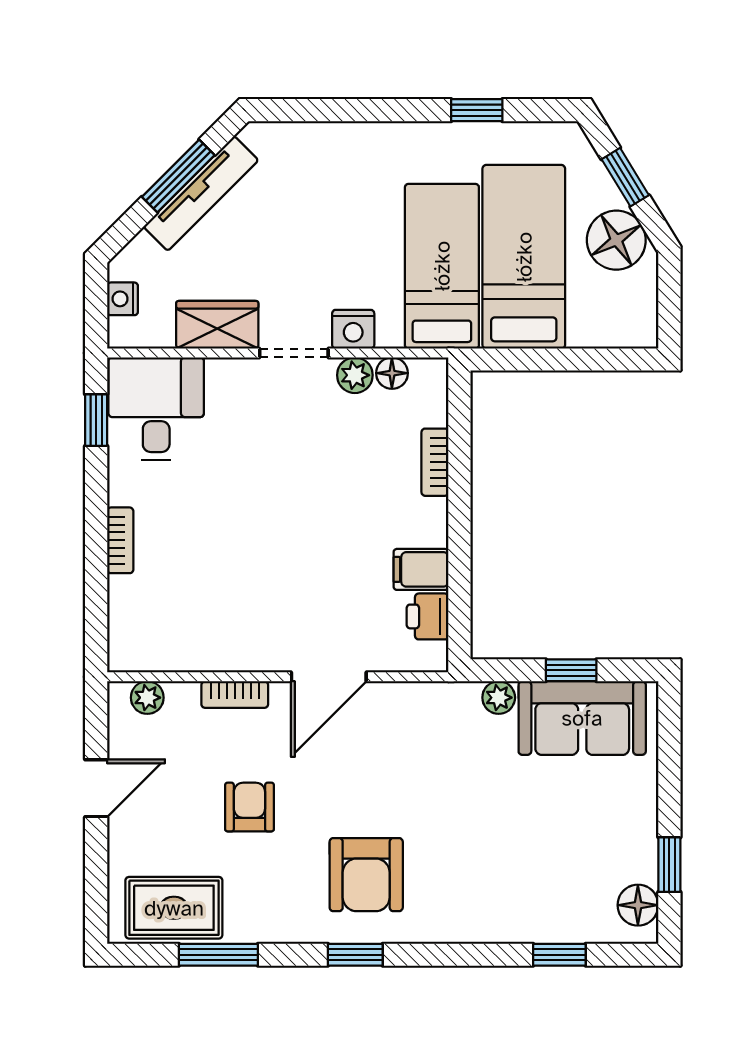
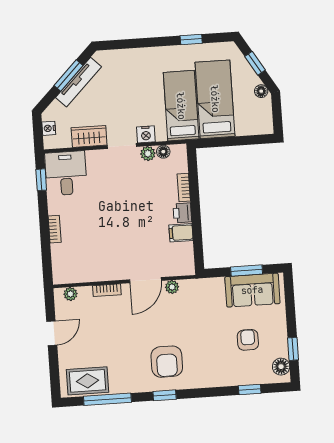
floor lamp: (616, 240) -> (261, 91), width x0.53, depth x0.53
printer: (428, 616) -> (182, 213), moved
window: (571, 670) -> (247, 270), width x1.50
plant: (499, 698) -> (172, 287), moved
armchair: (249, 807) -> (248, 340), moved
window: (218, 955) -> (107, 399), width x1.44

